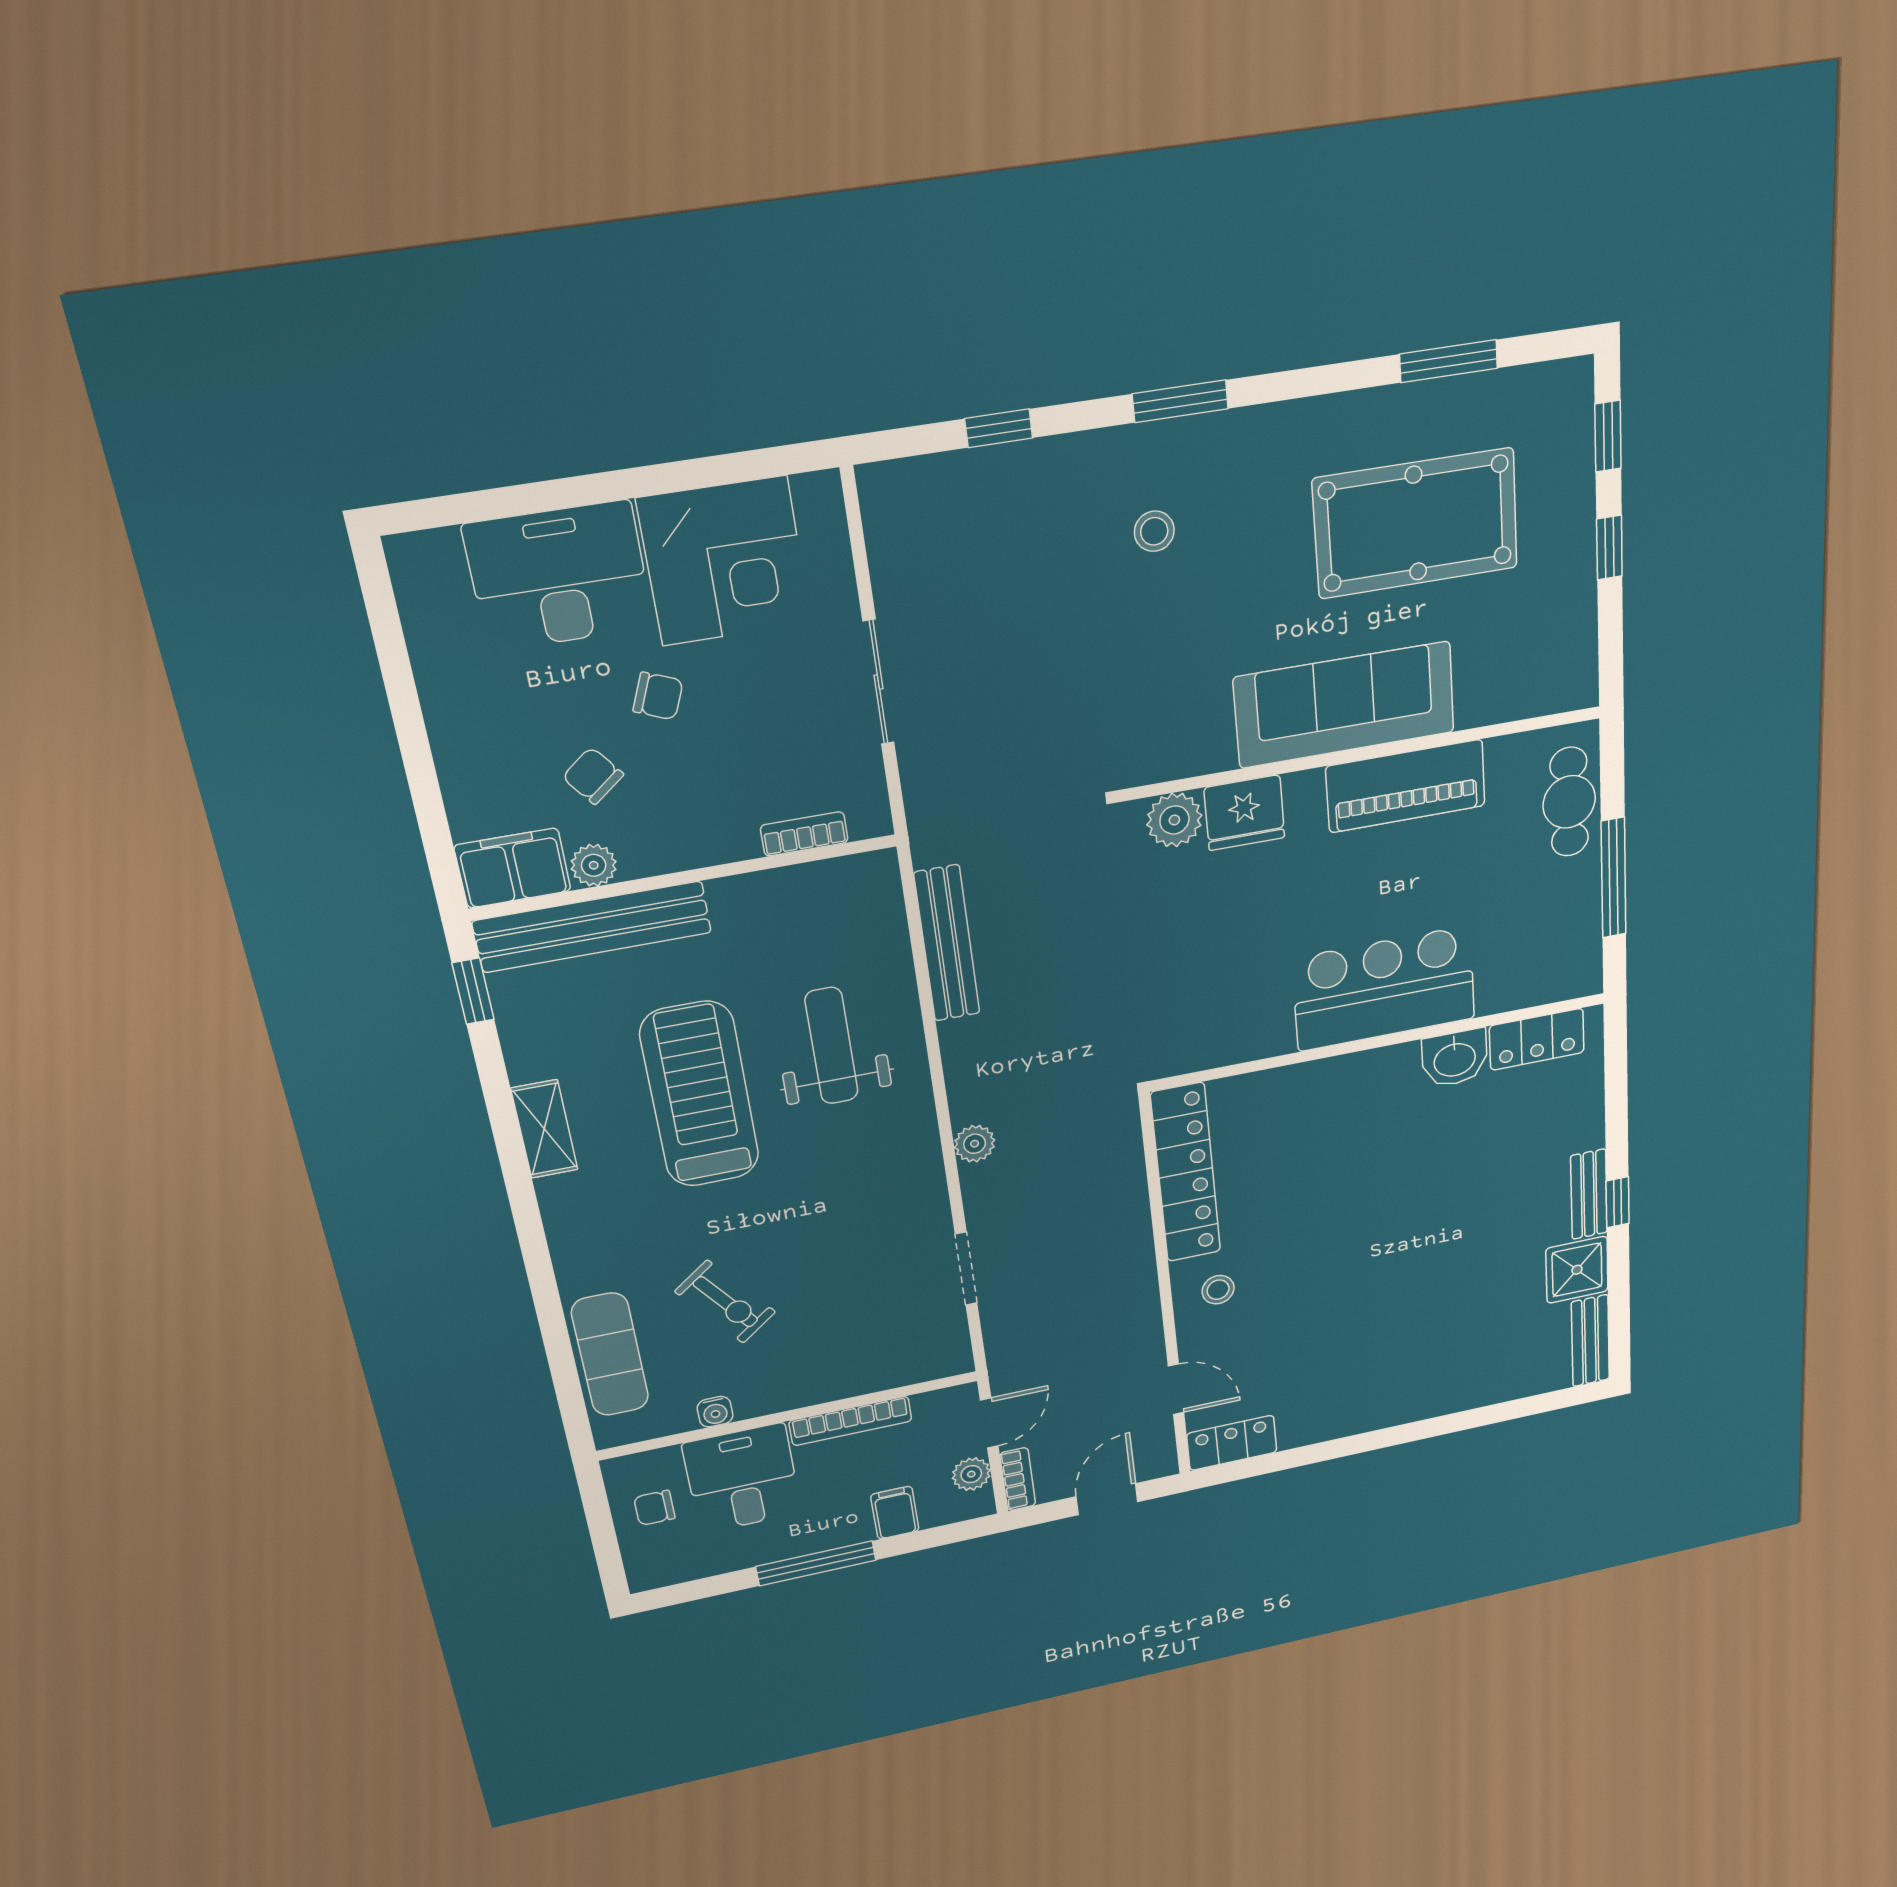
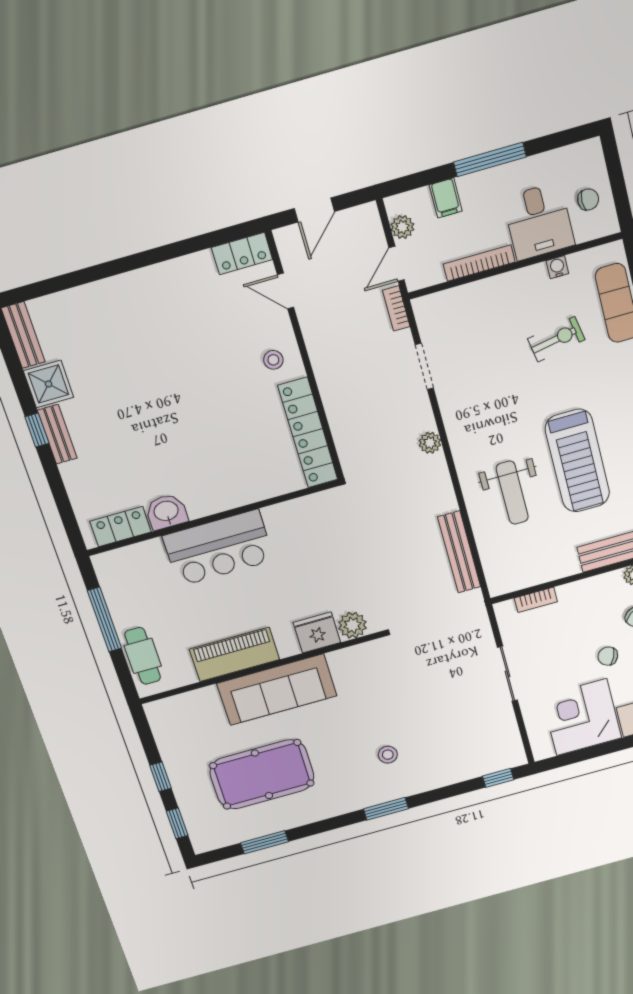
window: (999, 428) -> (498, 778), moved
exercise bike: (725, 1302) -> (556, 339), turned 117
bookcase: (1018, 1479) -> (396, 308), moved

